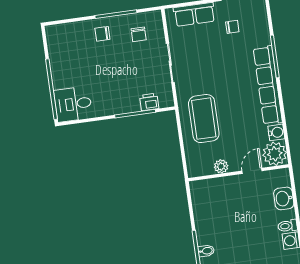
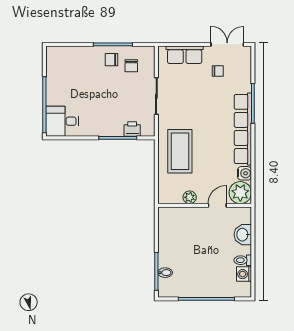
chair: (102, 34) -> (111, 60), moved

